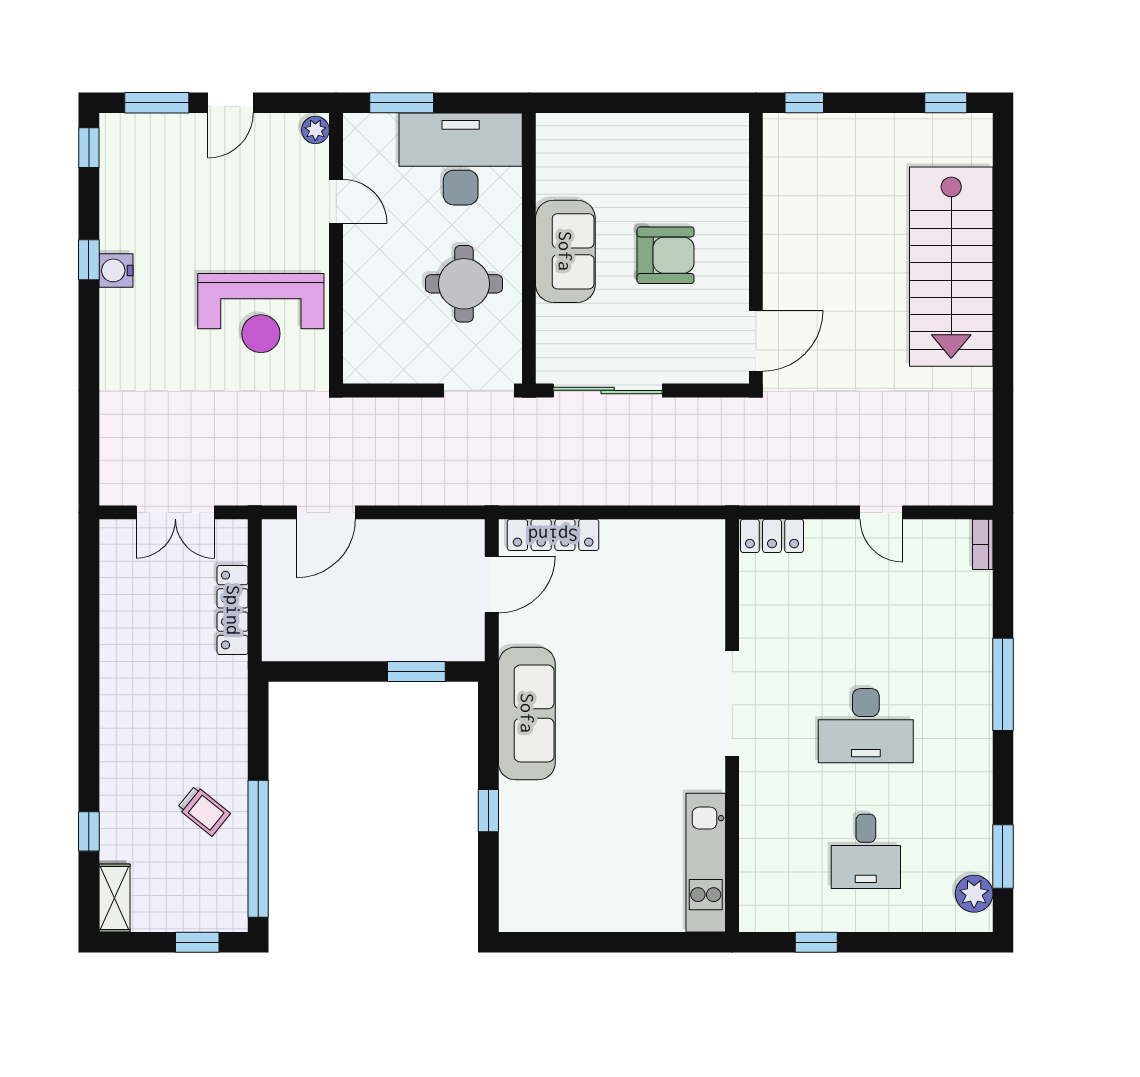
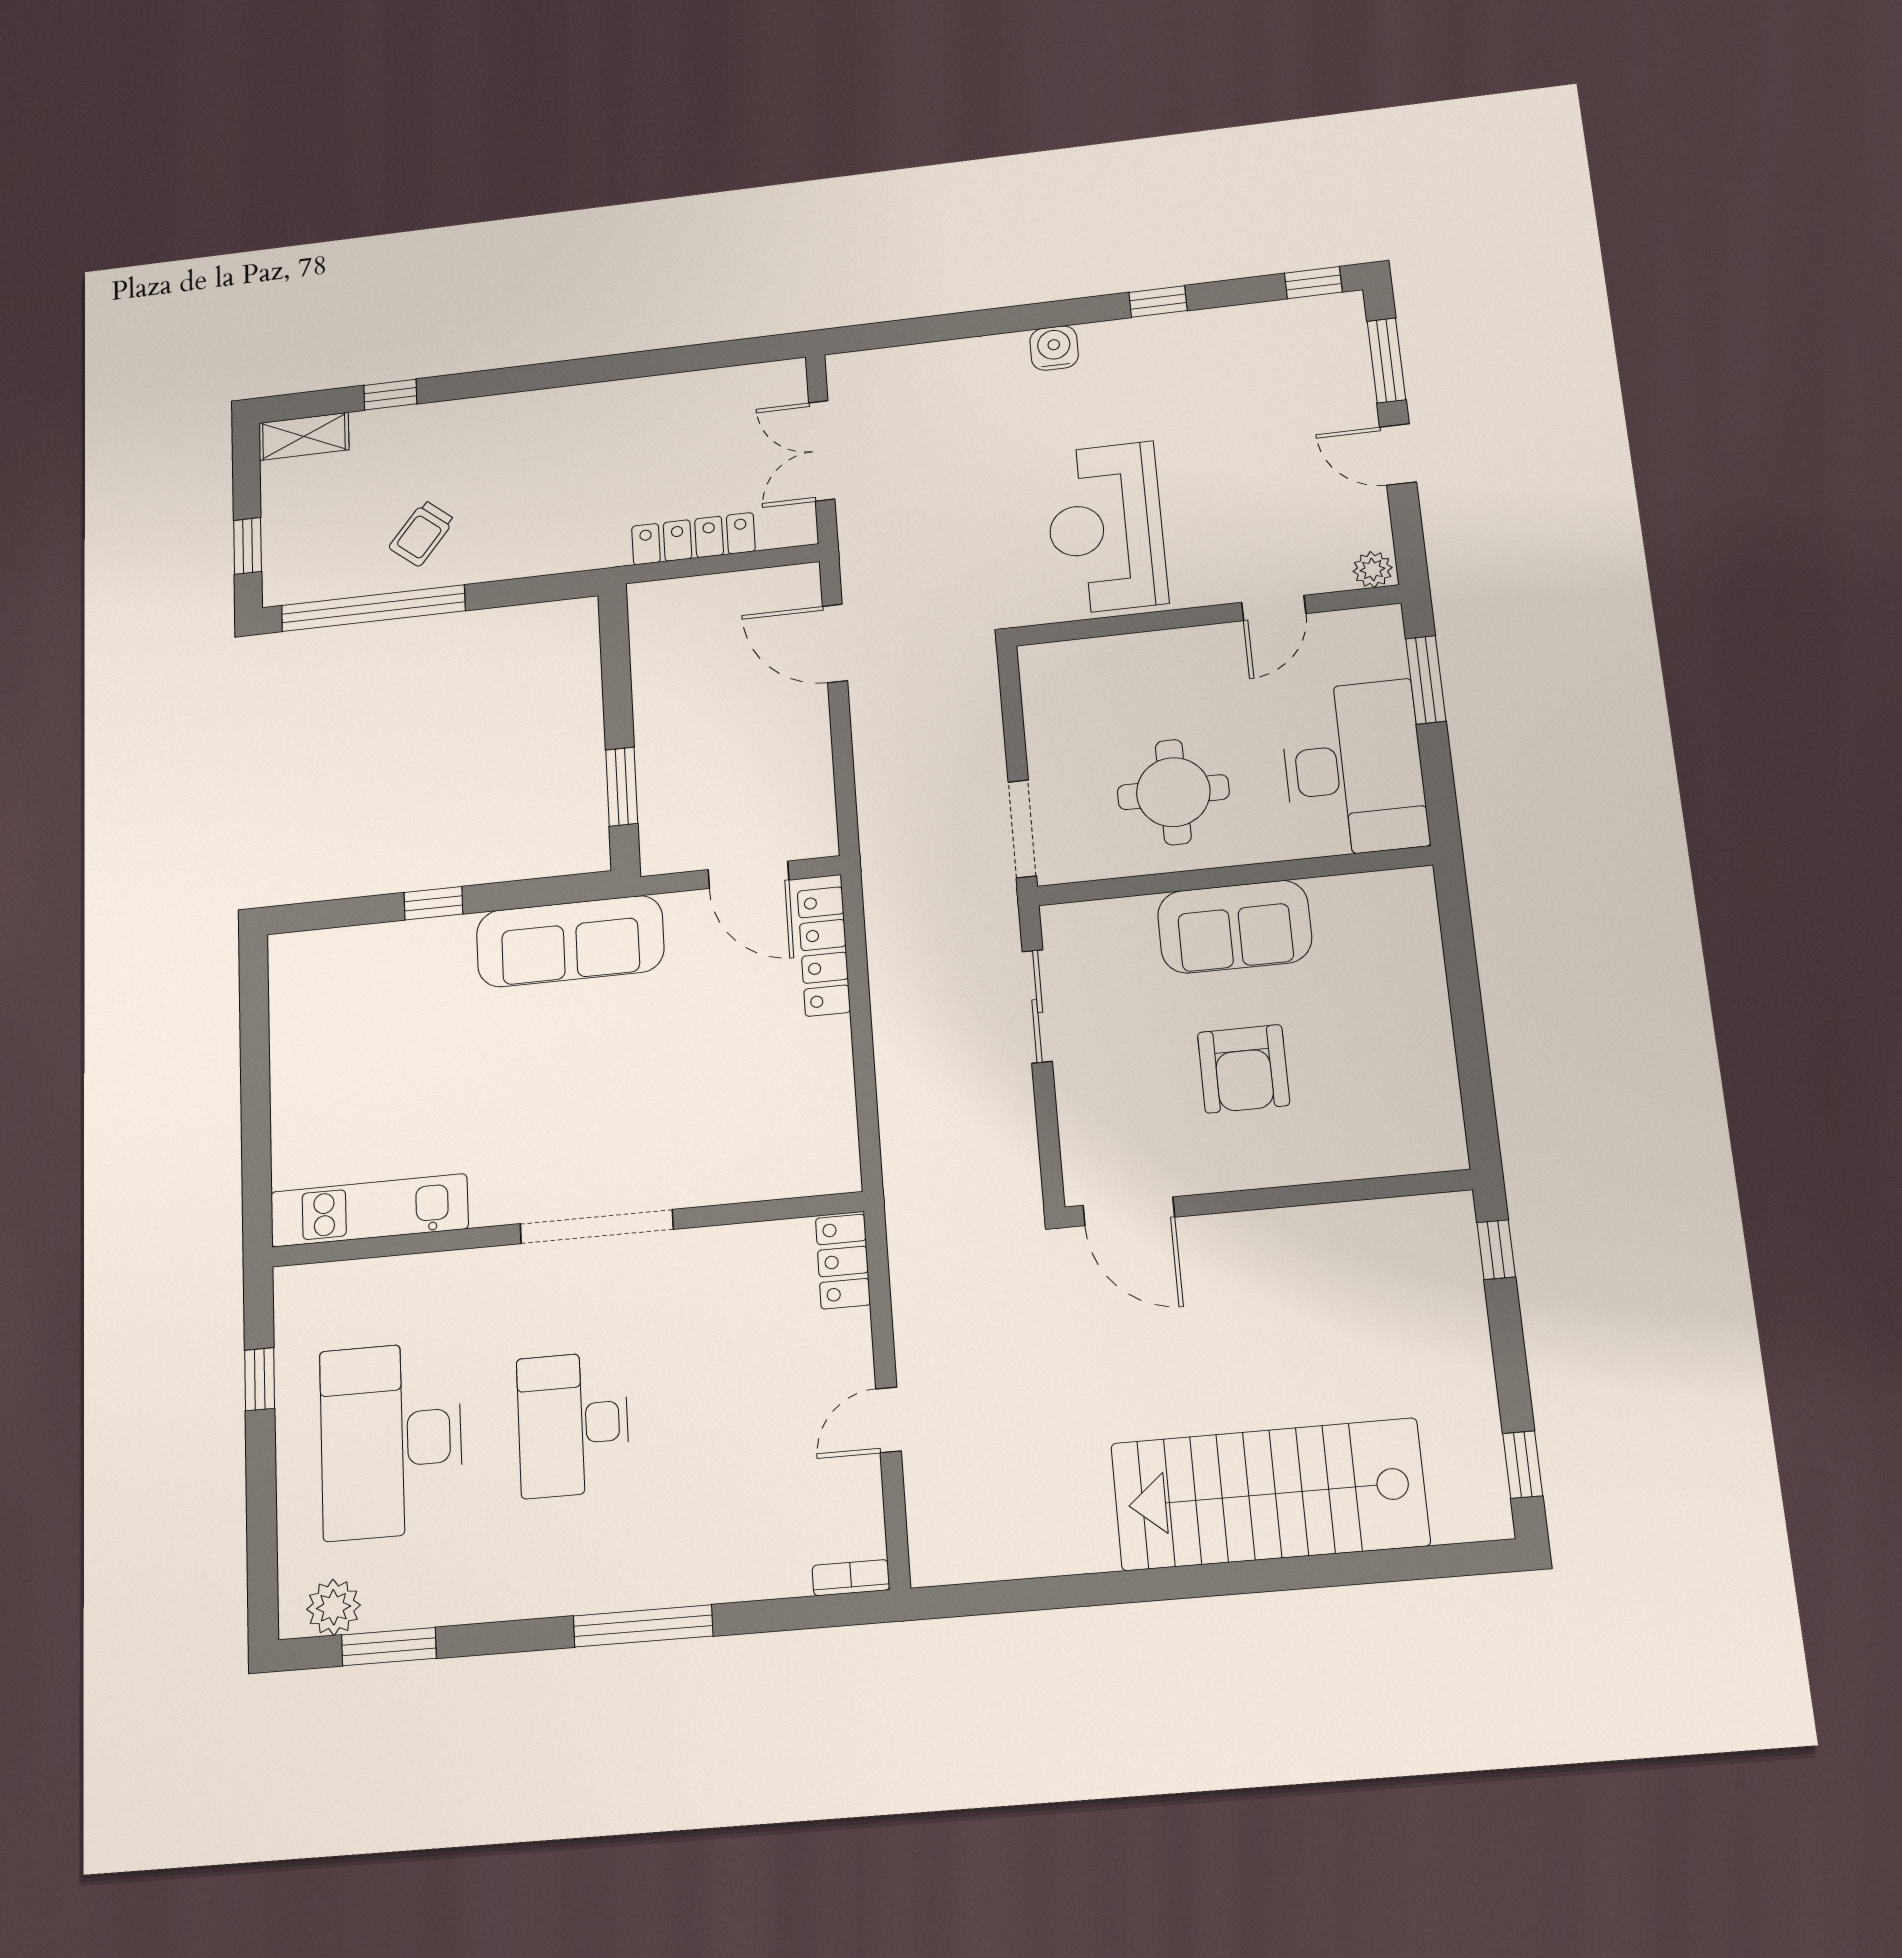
water cooler: (116, 270) -> (1054, 348), moved
sliding door: (608, 390) -> (1037, 1006), width x0.73
desk: (866, 851) -> (391, 1440), width x1.87, depth x1.30

